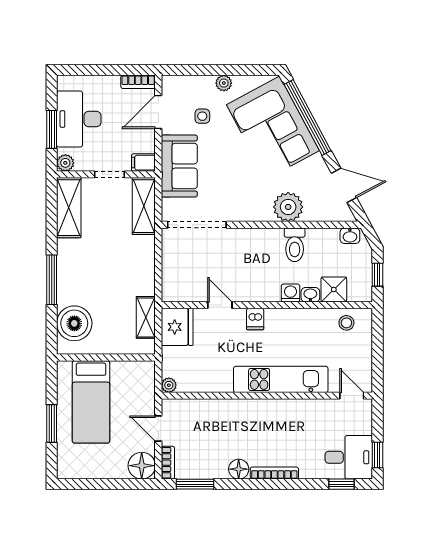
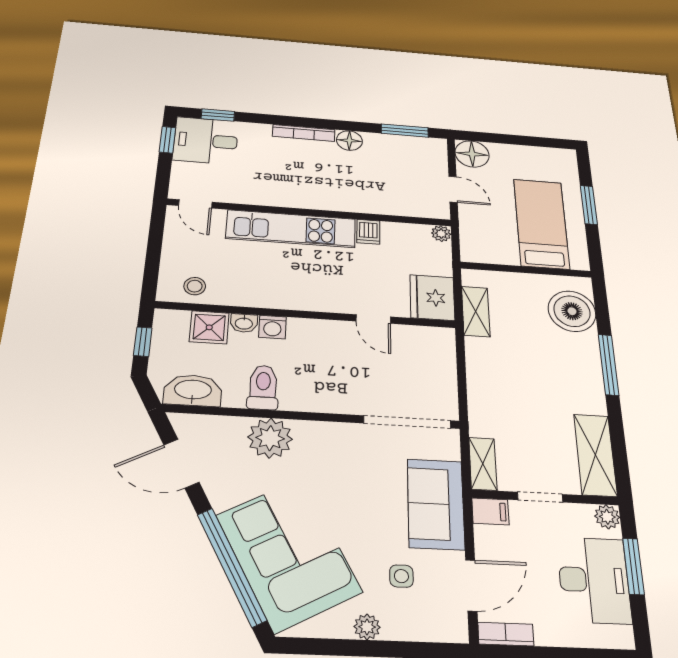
shelving: (144, 206) -> (483, 464), width x0.67, depth x0.75
washbasin: (350, 236) -> (193, 390), width x1.91, depth x1.45
dishwasher: (255, 319) -> (368, 232), moved, turned 180
bookcase: (168, 463) -> (439, 154), removed

